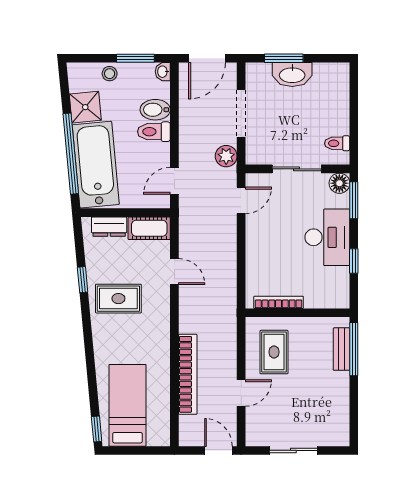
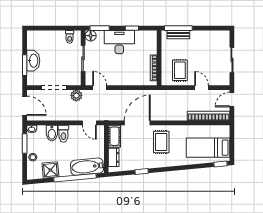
bathtub: (96, 165) -> (87, 167), width x0.73, depth x0.73
door: (174, 272) -> (137, 123), width x1.88
rug: (118, 299) -> (161, 142), moved
rug: (274, 352) -> (180, 70), turned 90
bookcase: (188, 374) -> (208, 116), moved

